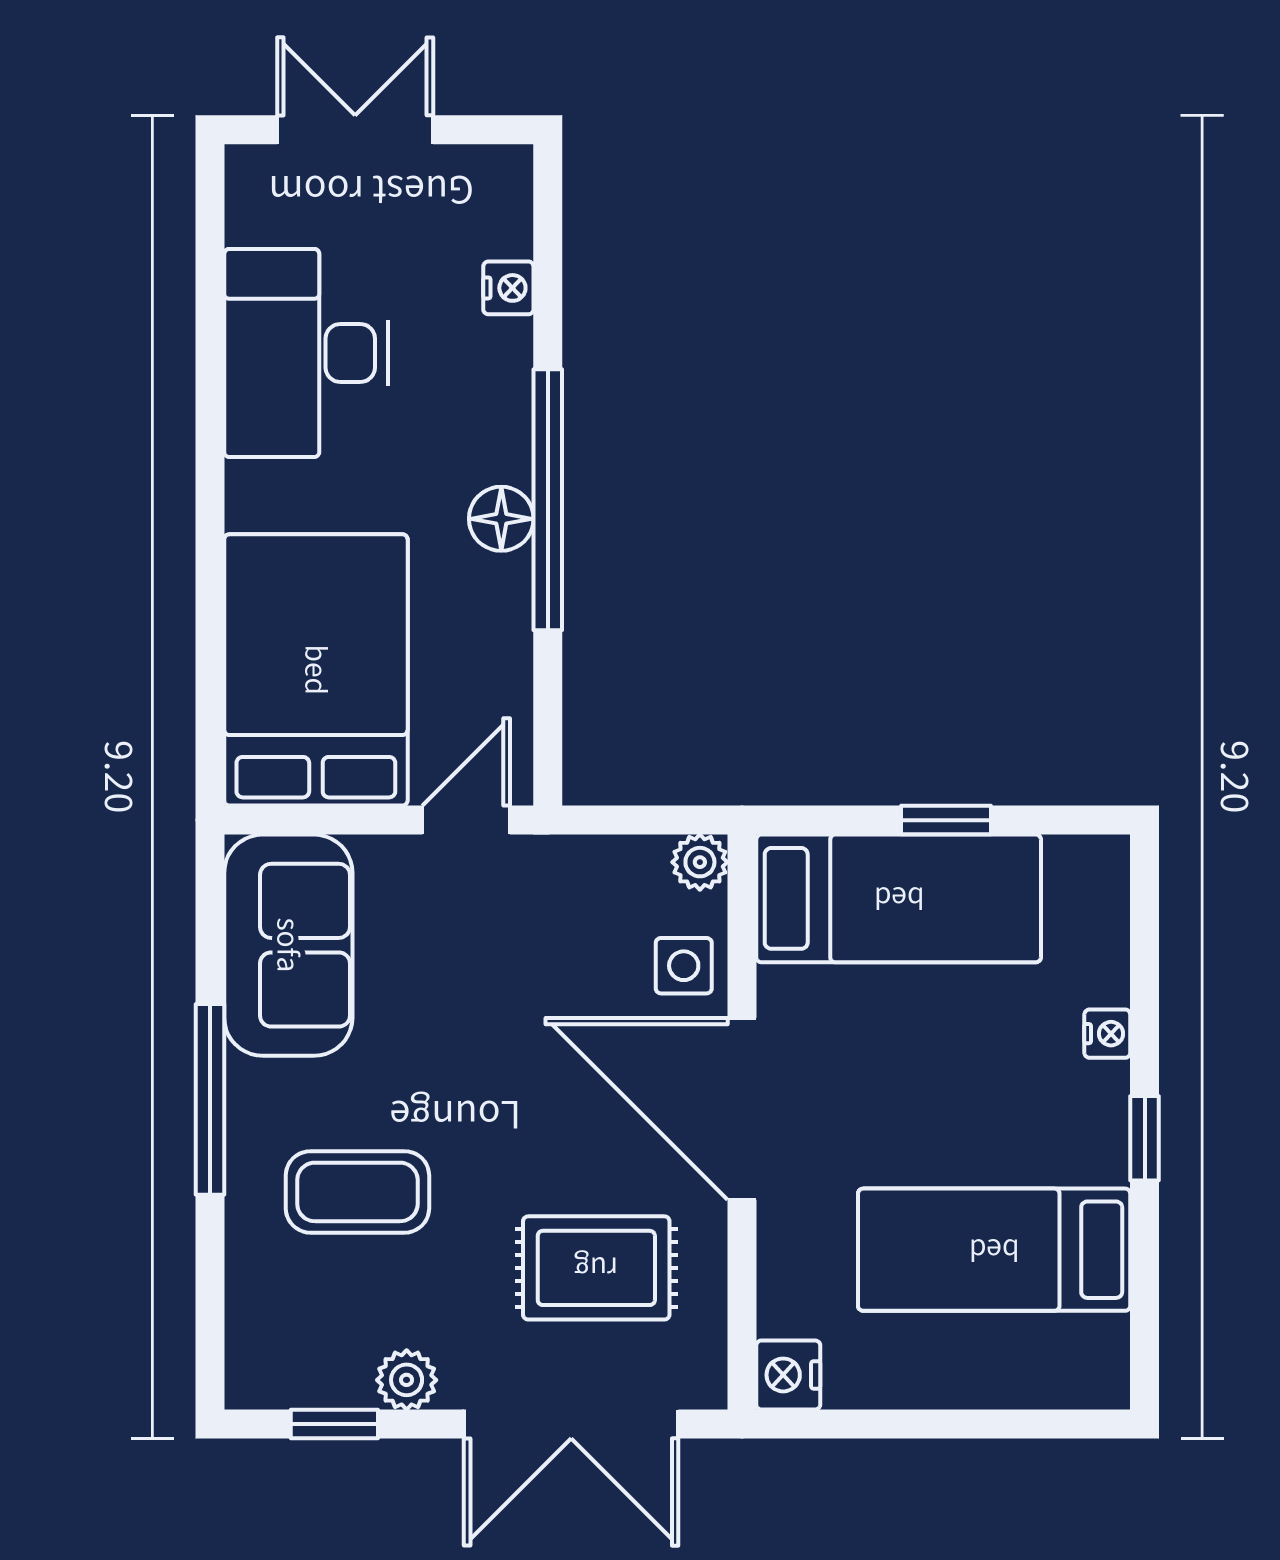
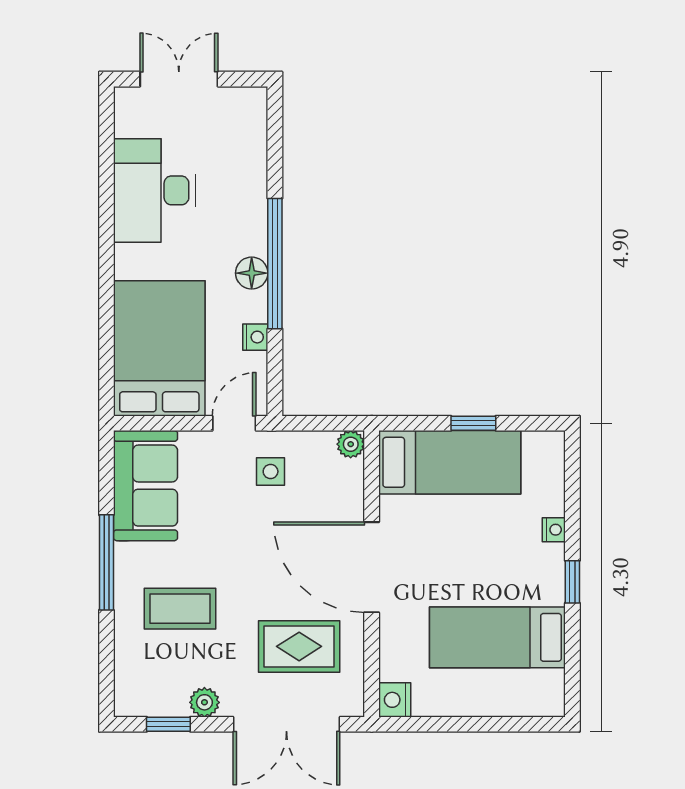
nightstand: (508, 288) -> (255, 337), moved
side table: (684, 966) -> (271, 472), moved

